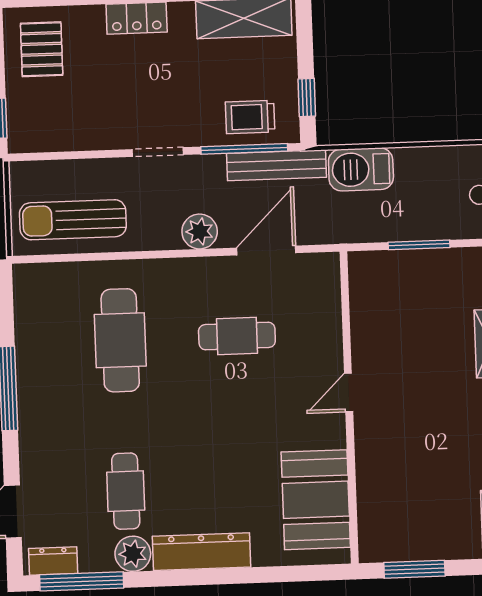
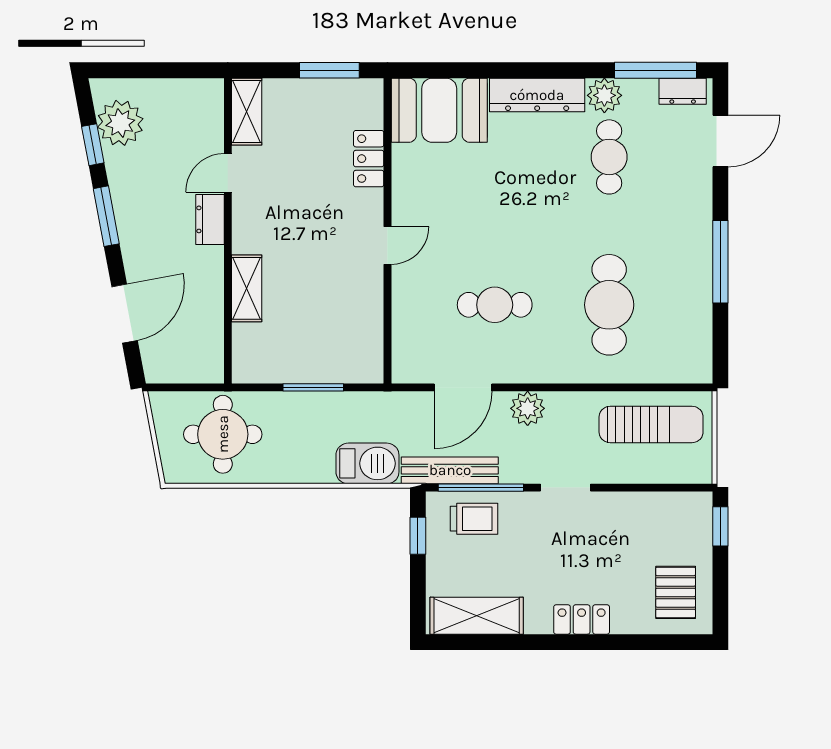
locker: (371, 480) -> (369, 159), added
booth: (316, 500) -> (439, 110), moved, turned 90

